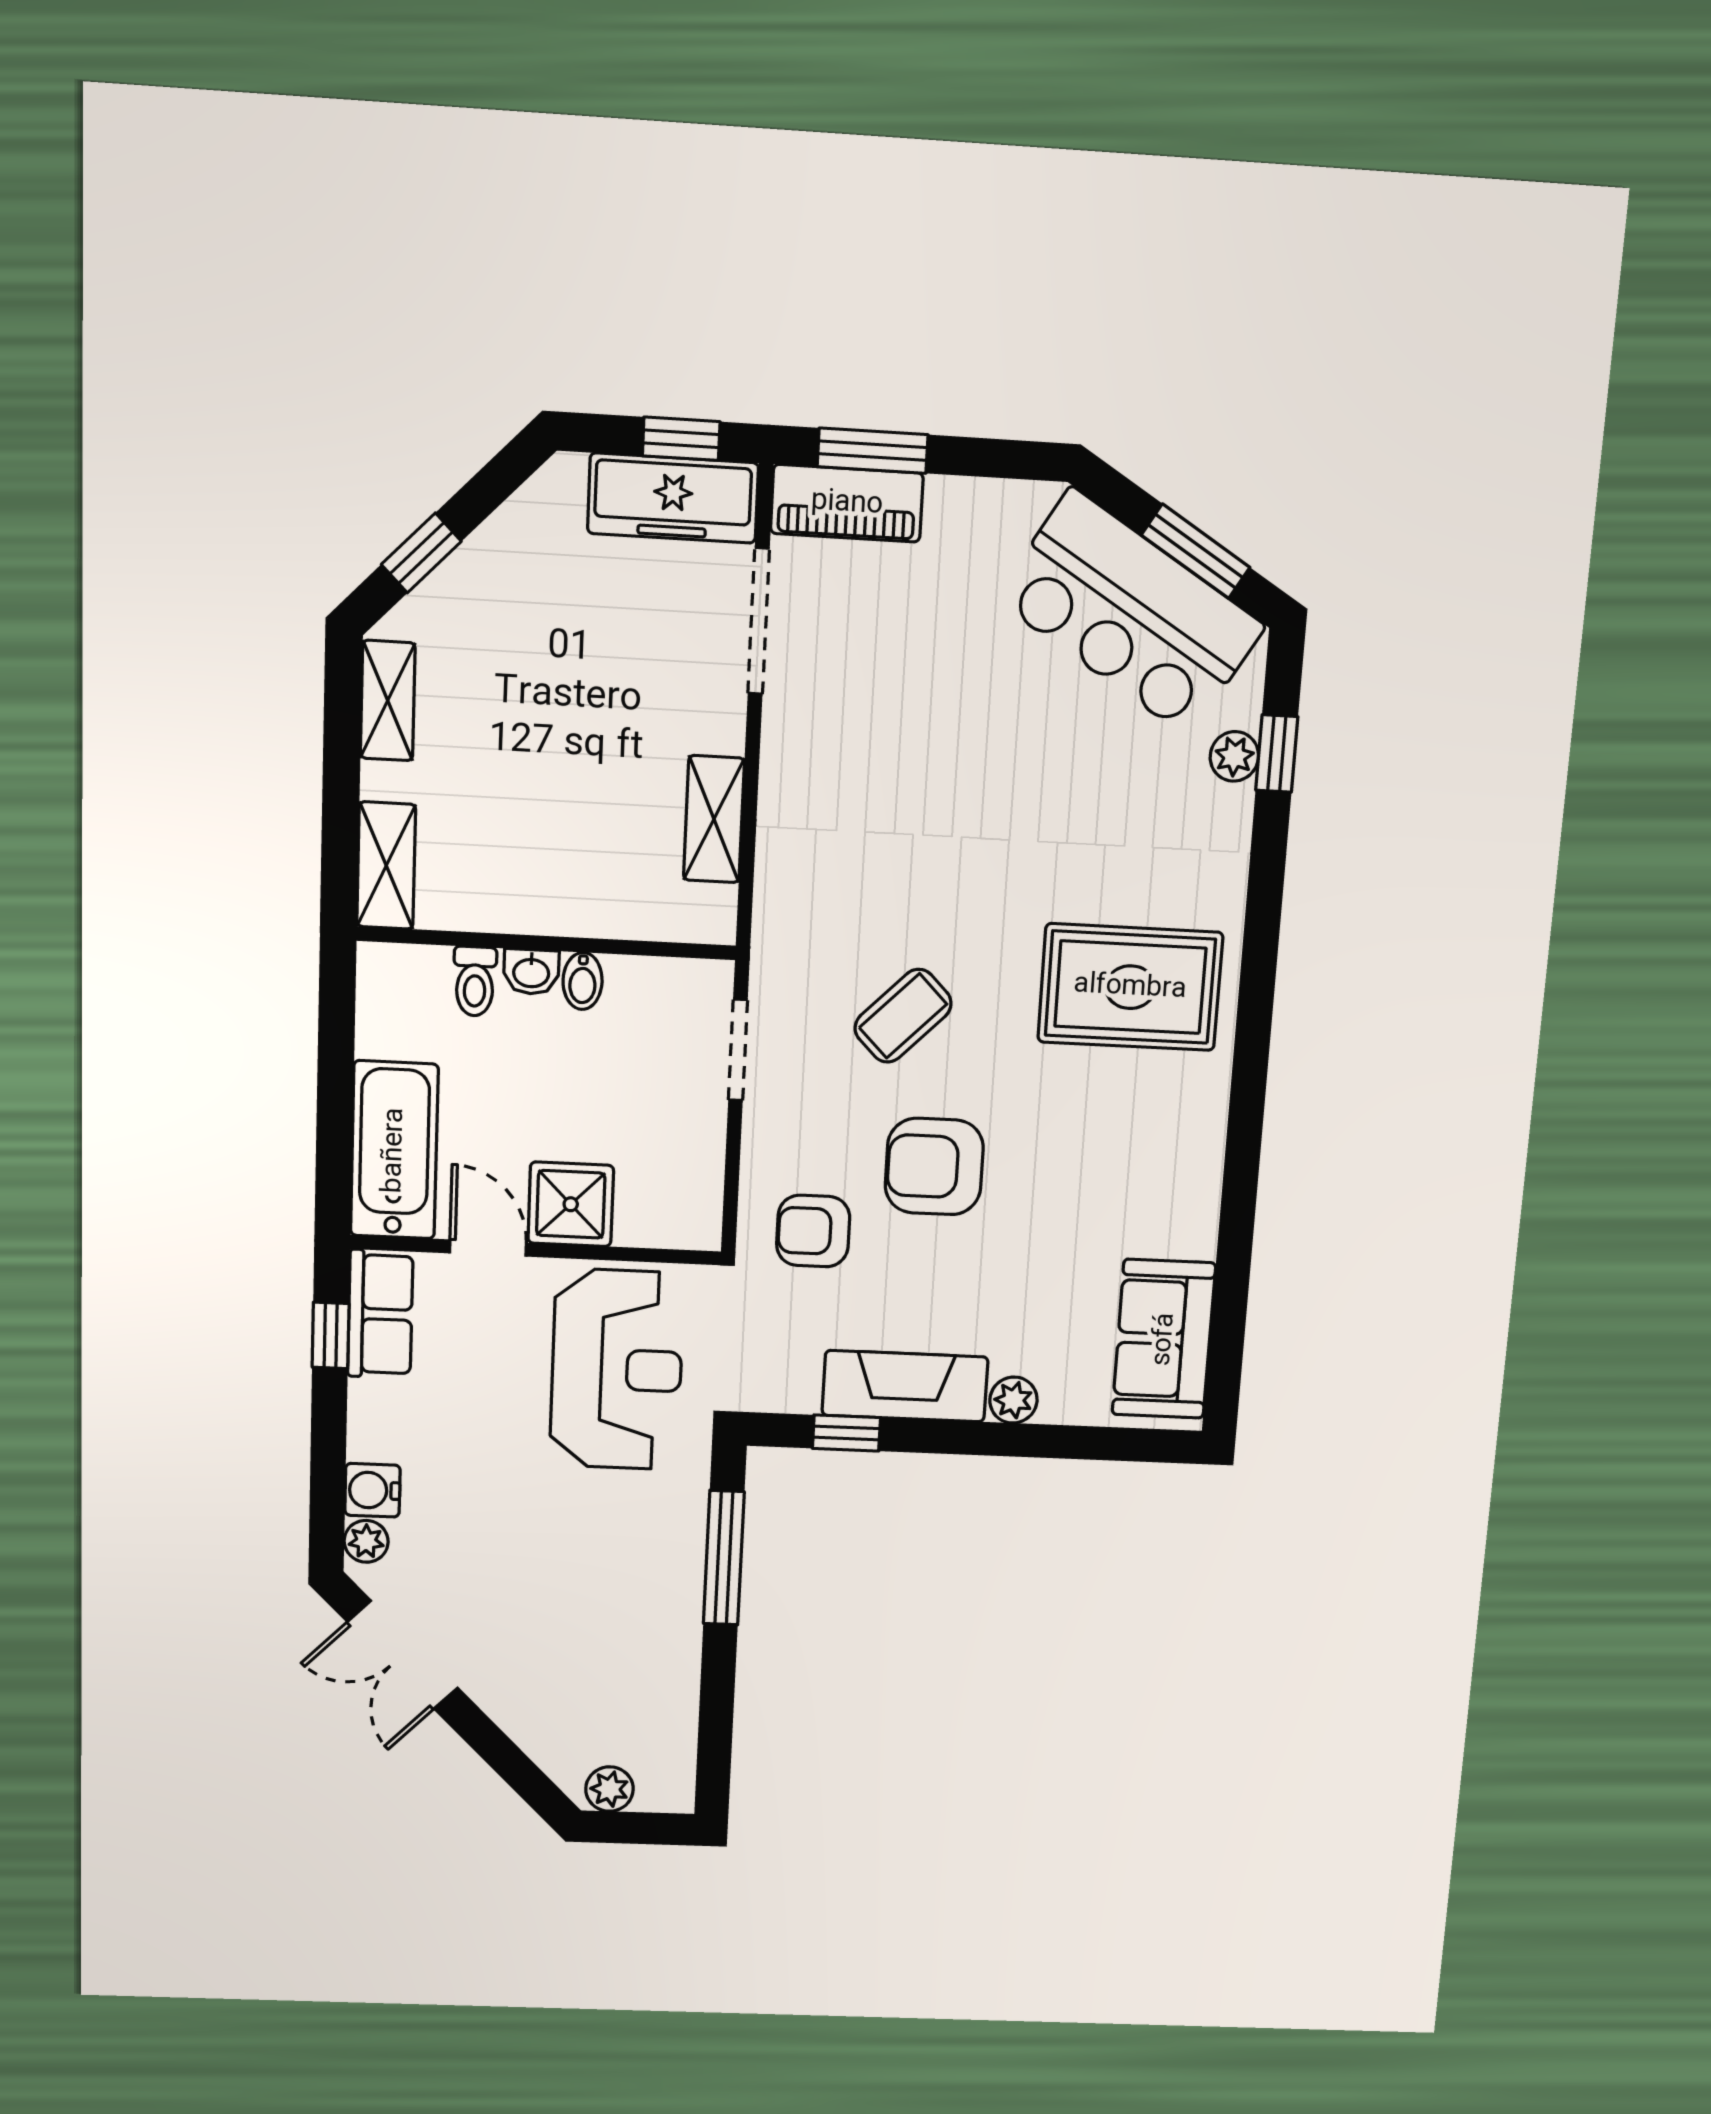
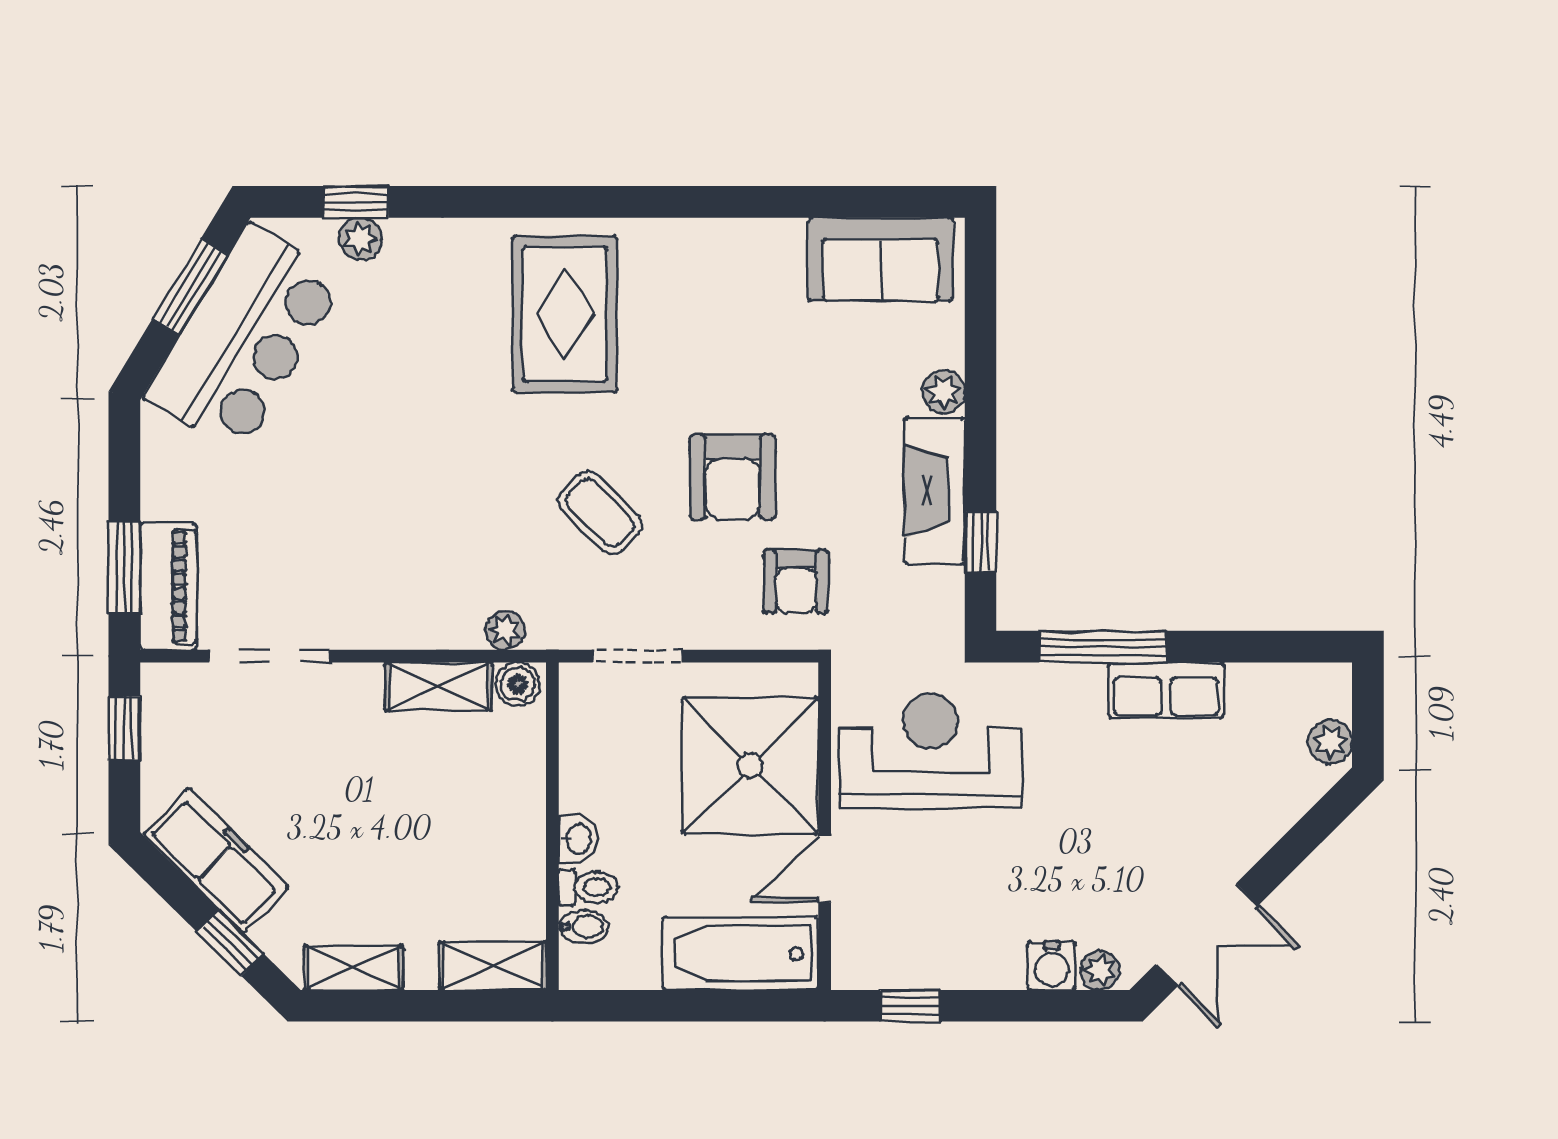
freezer: (673, 498) -> (216, 861), moved, turned -45
plant: (775, 900) -> (505, 630), added
boiler: (712, 912) -> (518, 684), added
bidet: (583, 981) -> (584, 927), moved
shower: (571, 1204) -> (750, 766), width x1.86, depth x1.86
row of seats: (380, 1314) -> (1166, 690), moved, turned 180

